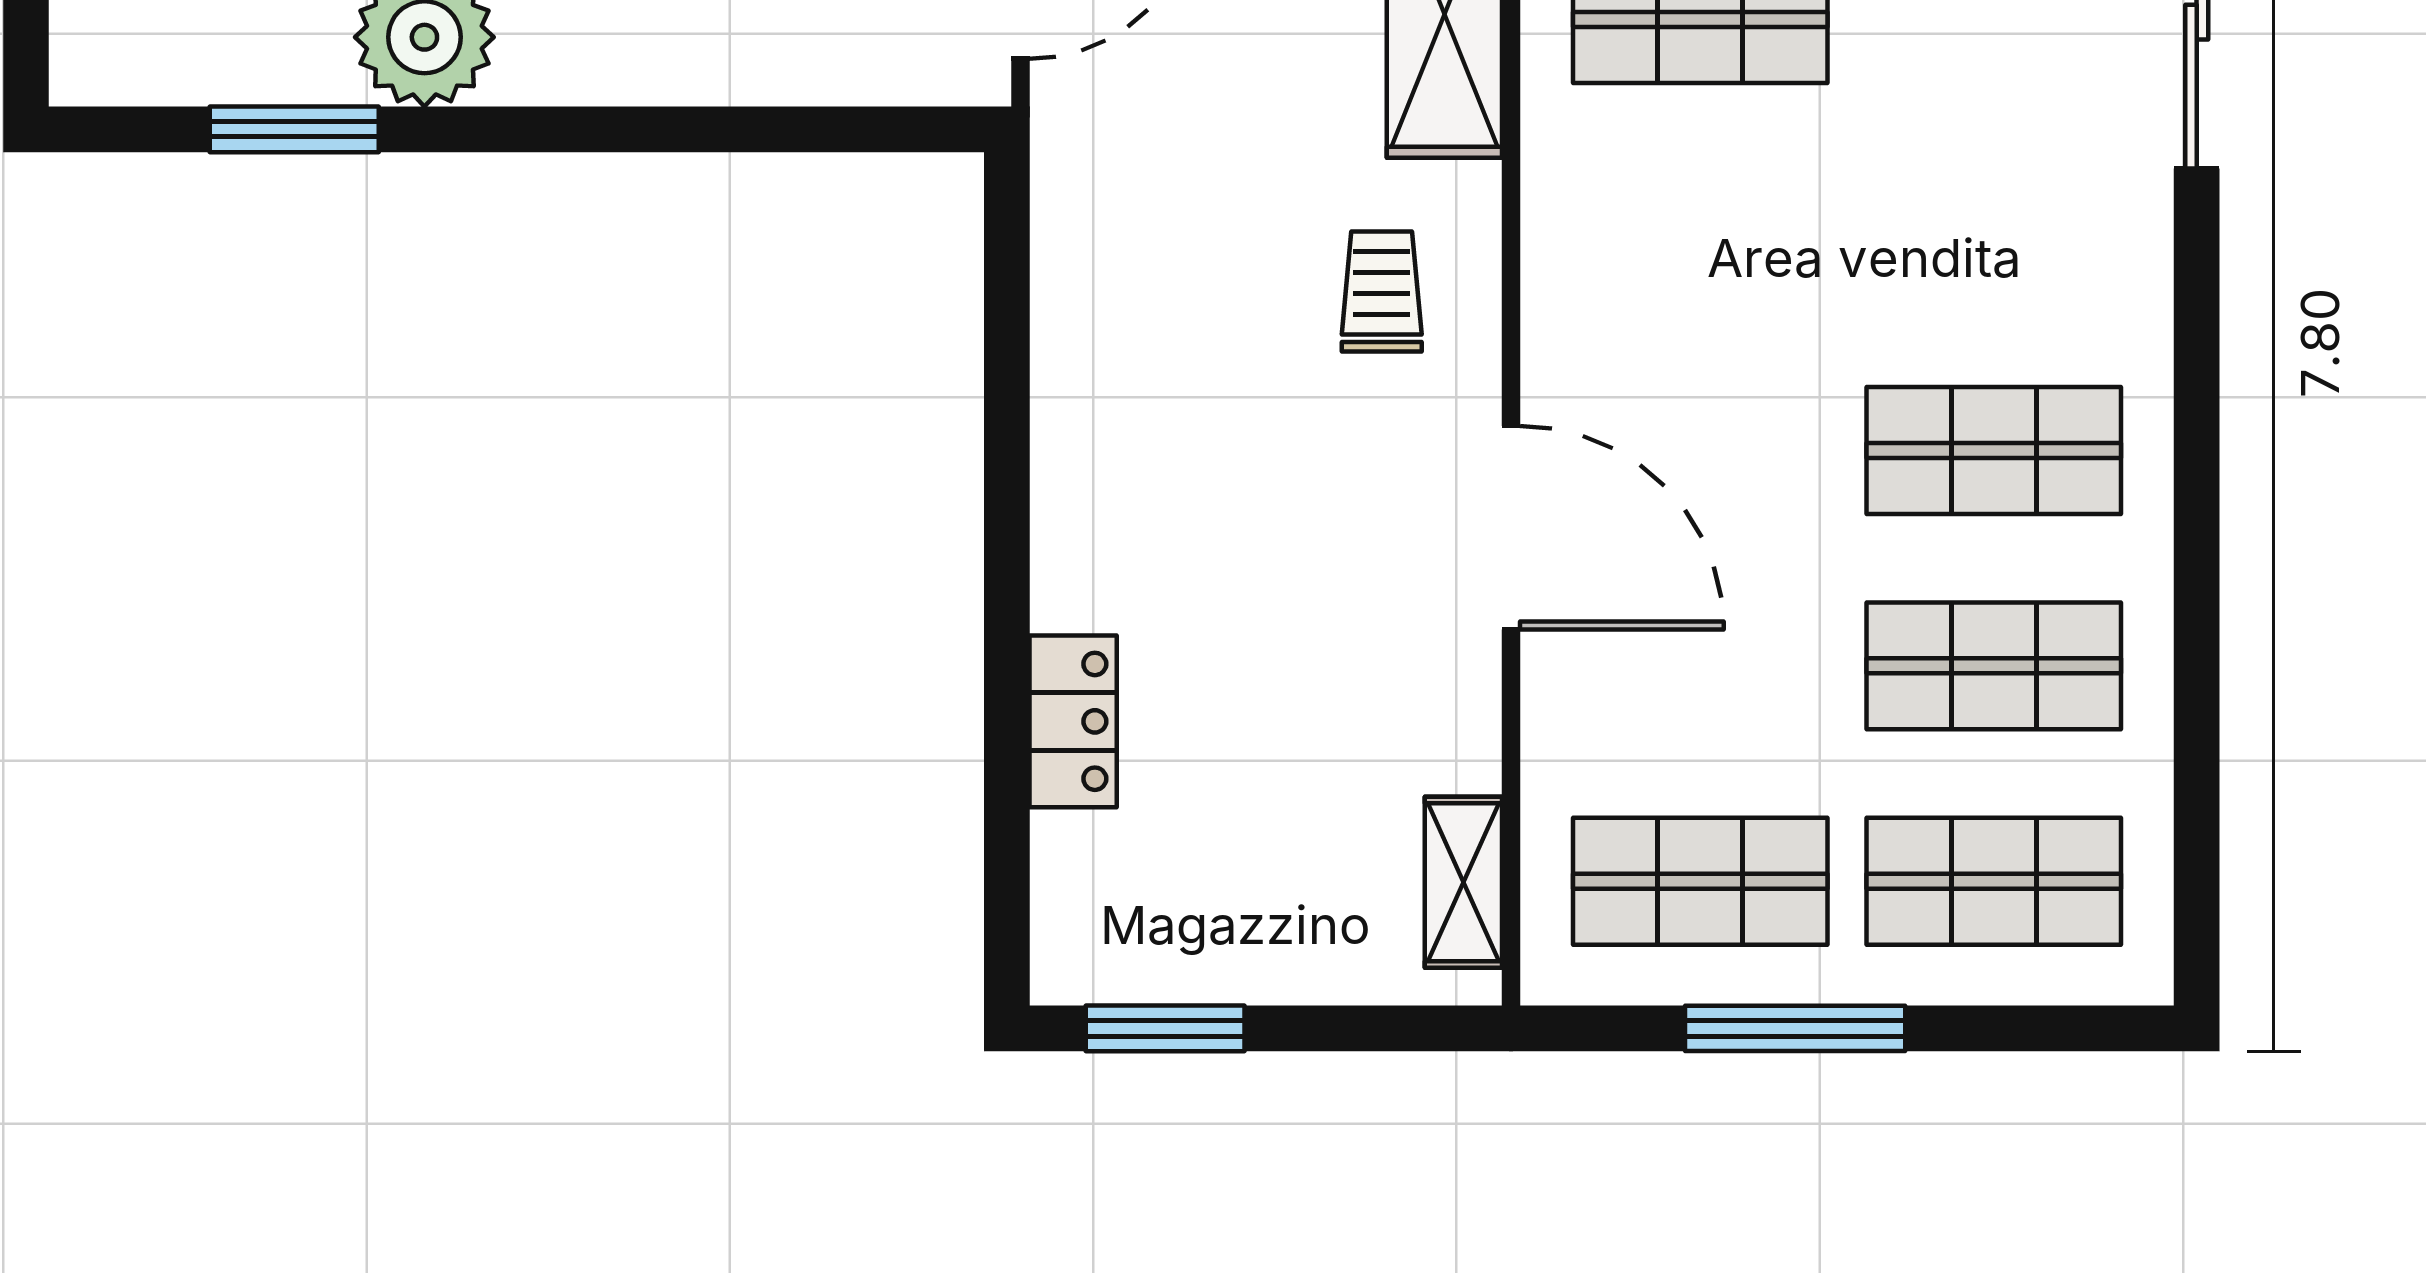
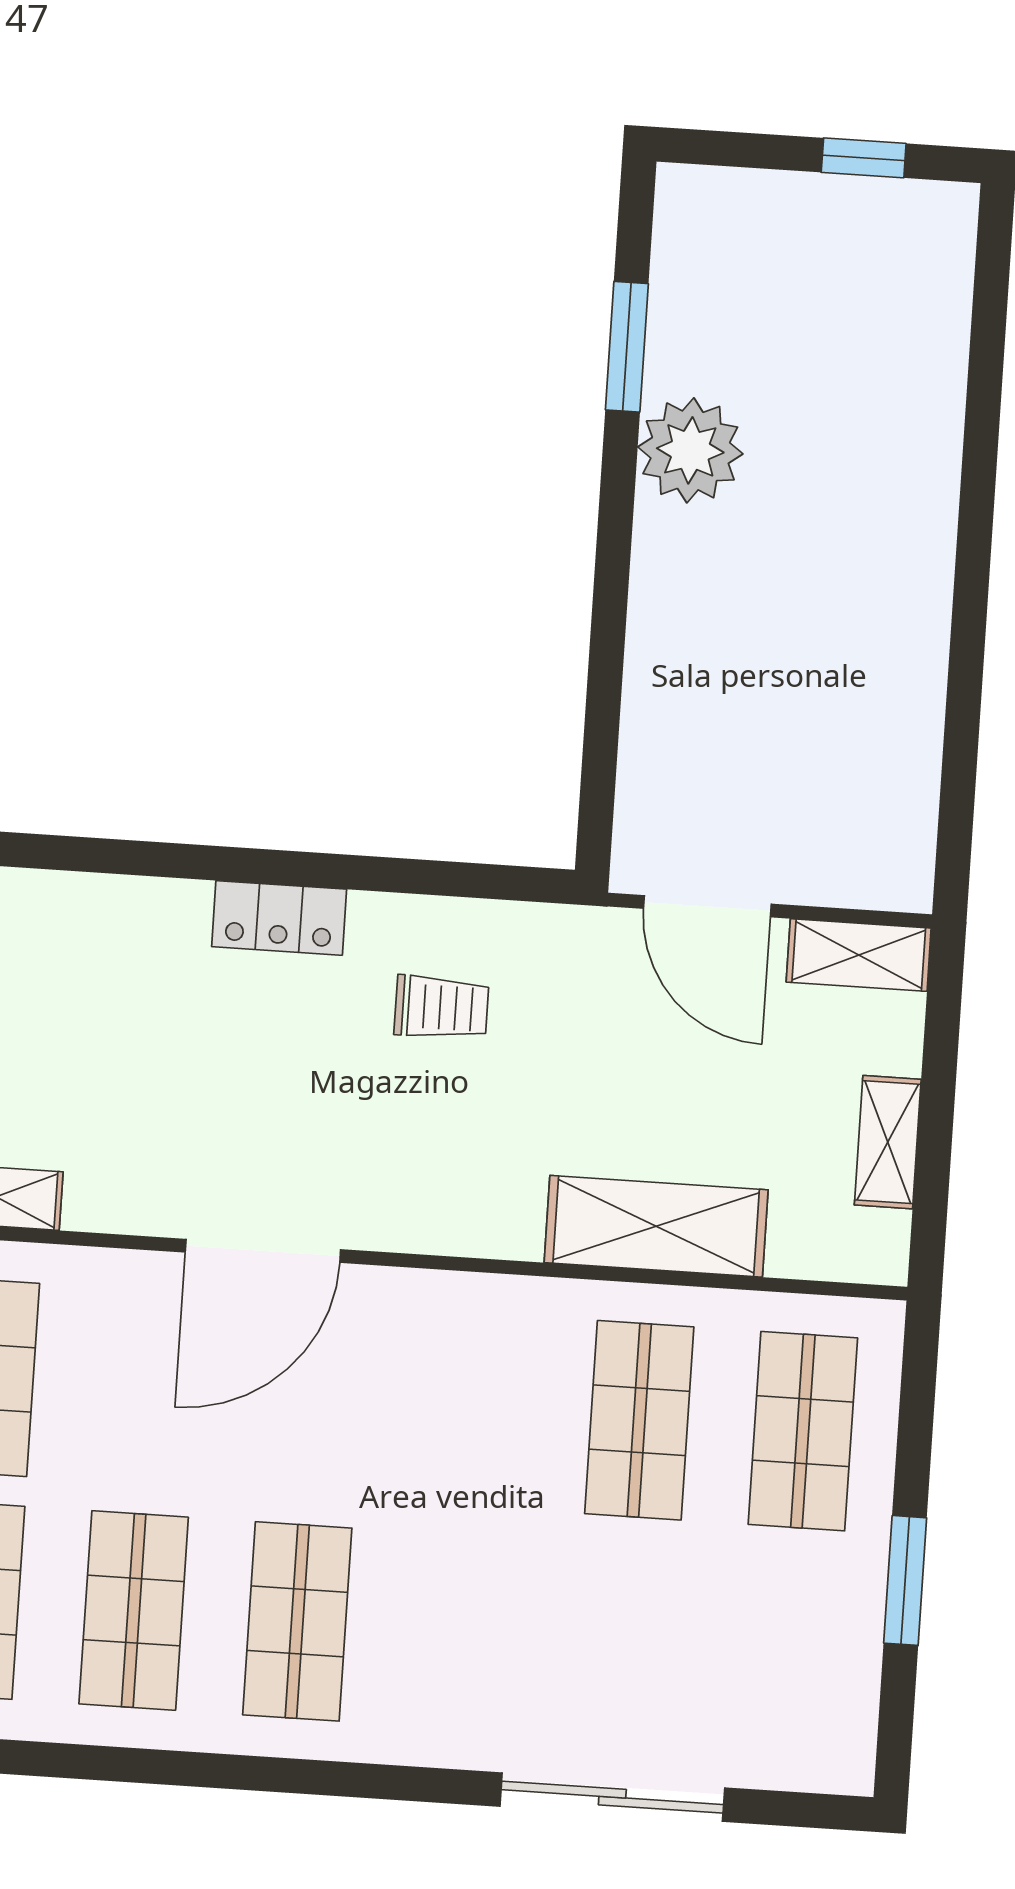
trolley: (1382, 291) -> (441, 1007), moved
locker: (1073, 721) -> (279, 918), moved

